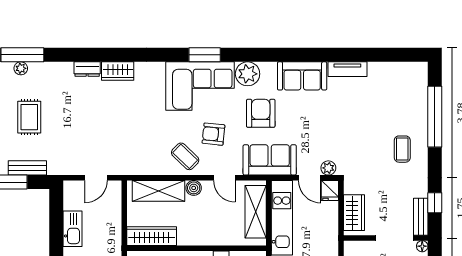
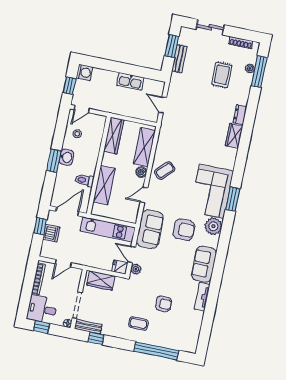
rug: (29, 117) -> (222, 75), moved, turned 90
armchair: (213, 134) -> (164, 304), moved, turned 84
door: (310, 178) -> (132, 255), hinge flipped
shelving: (256, 212) -> (104, 185), moved, turned 90

